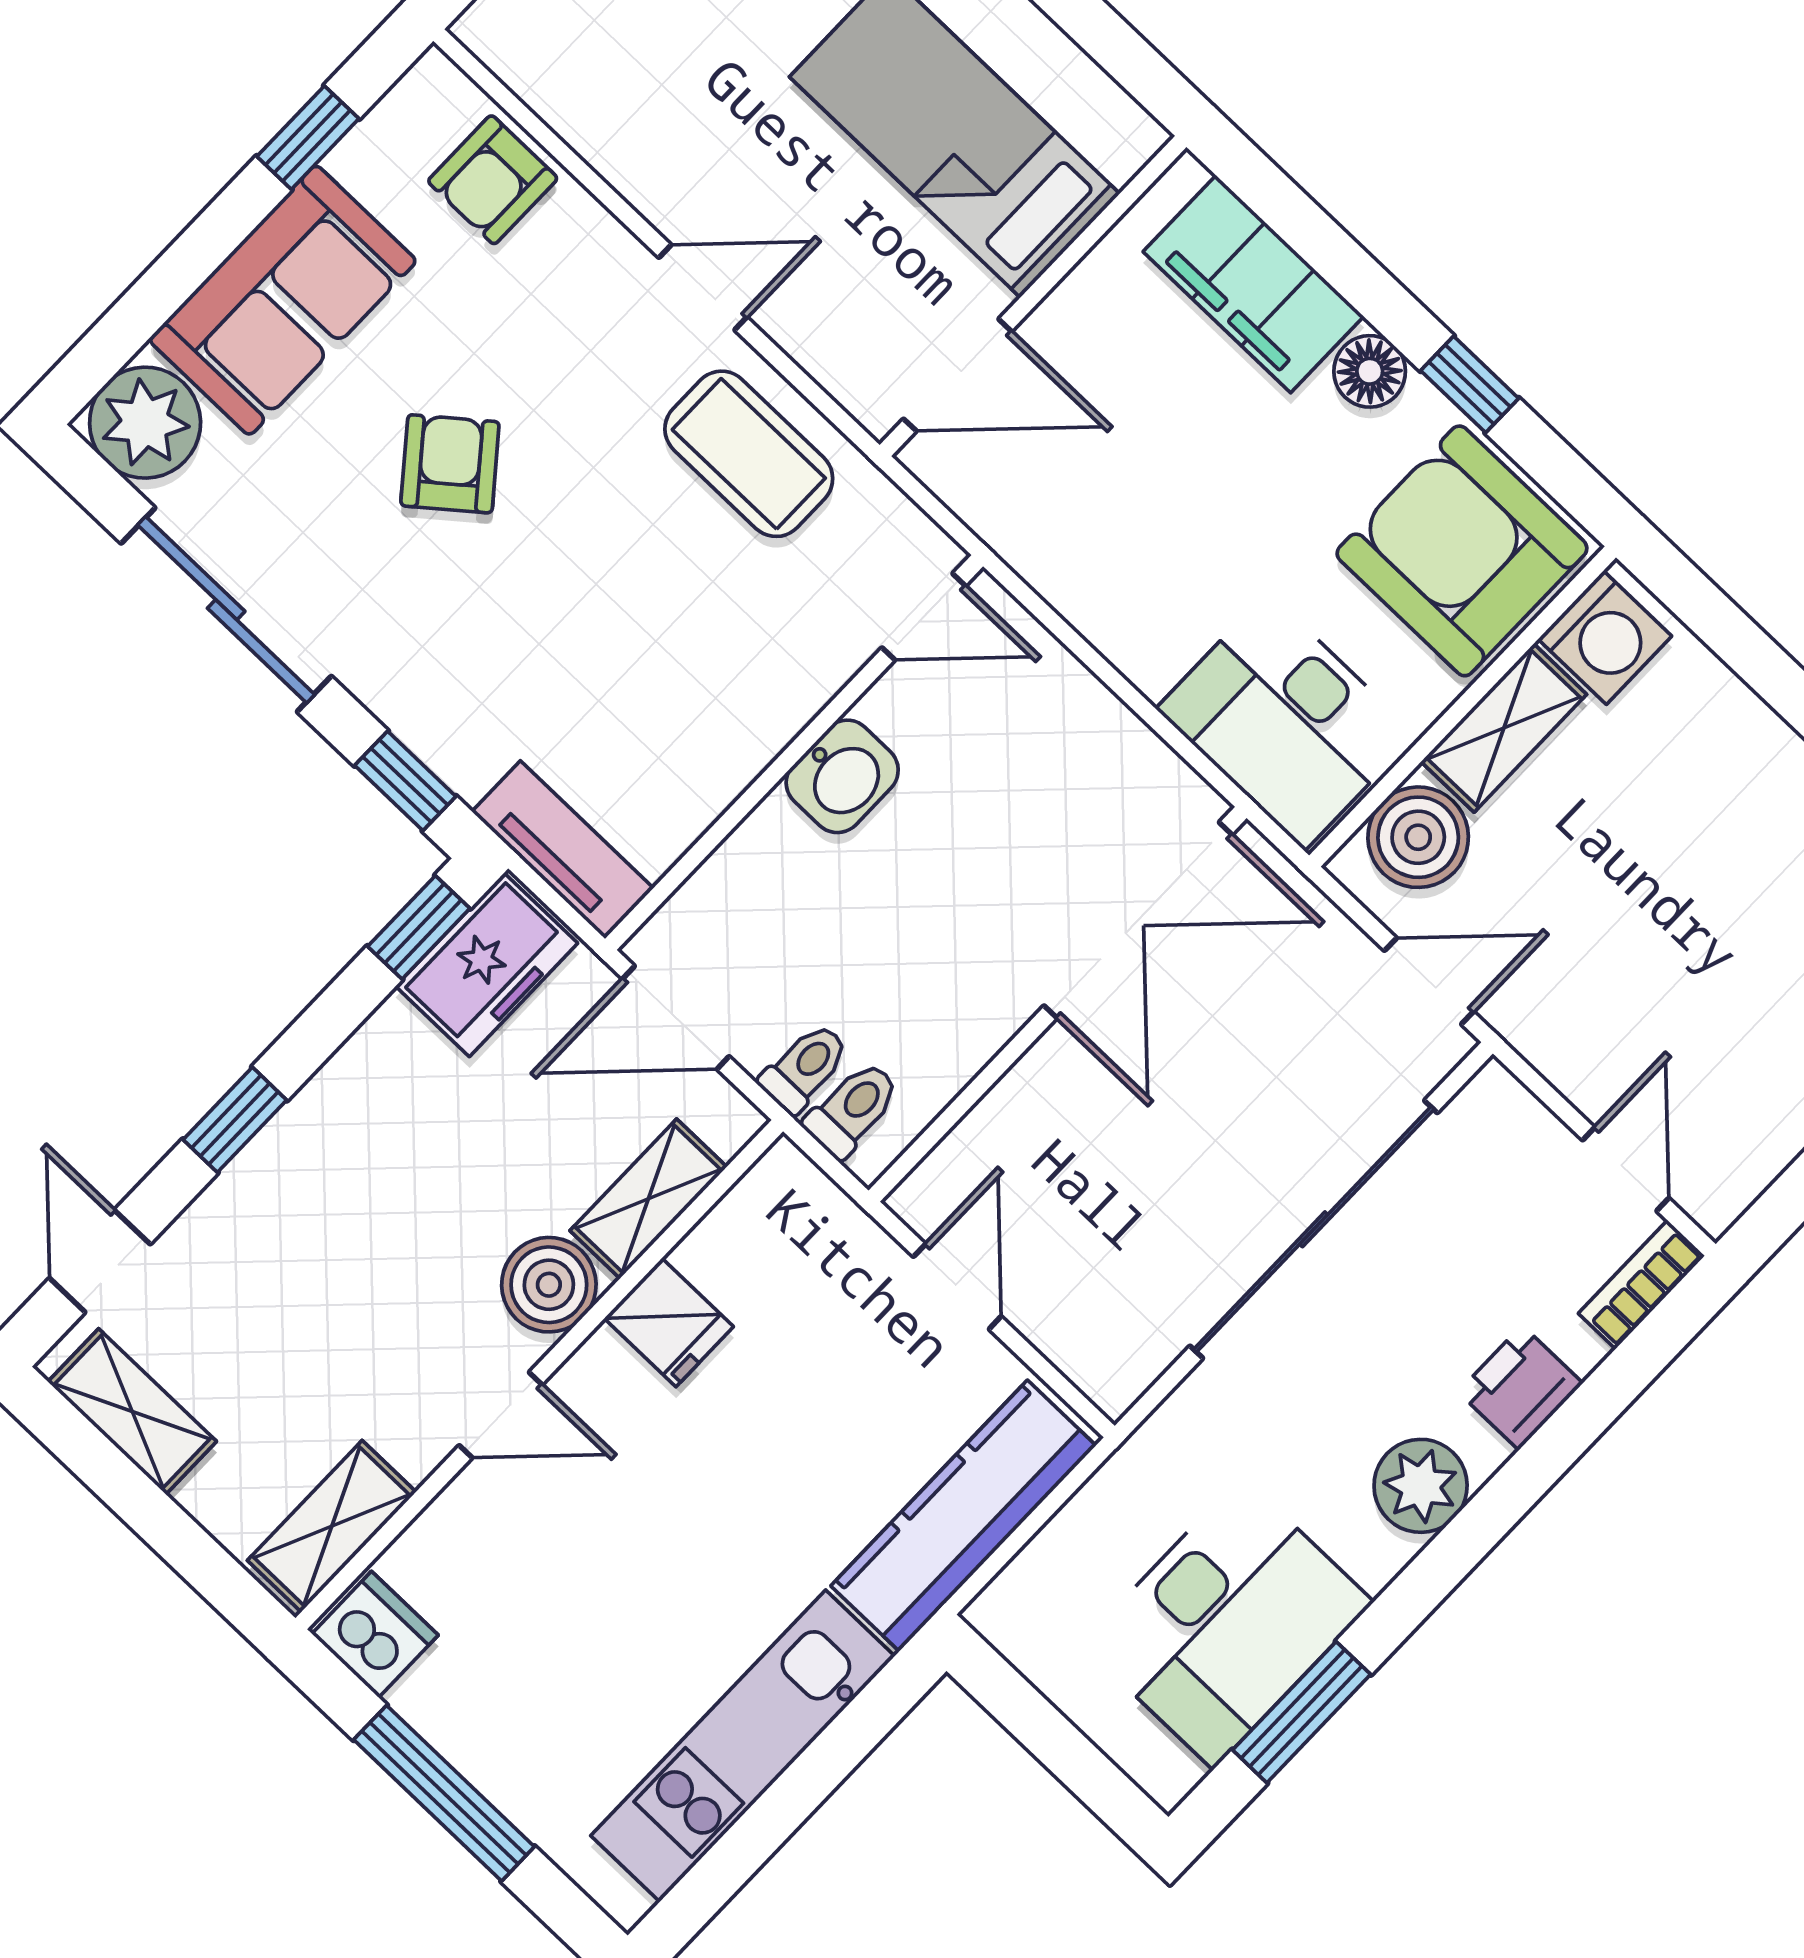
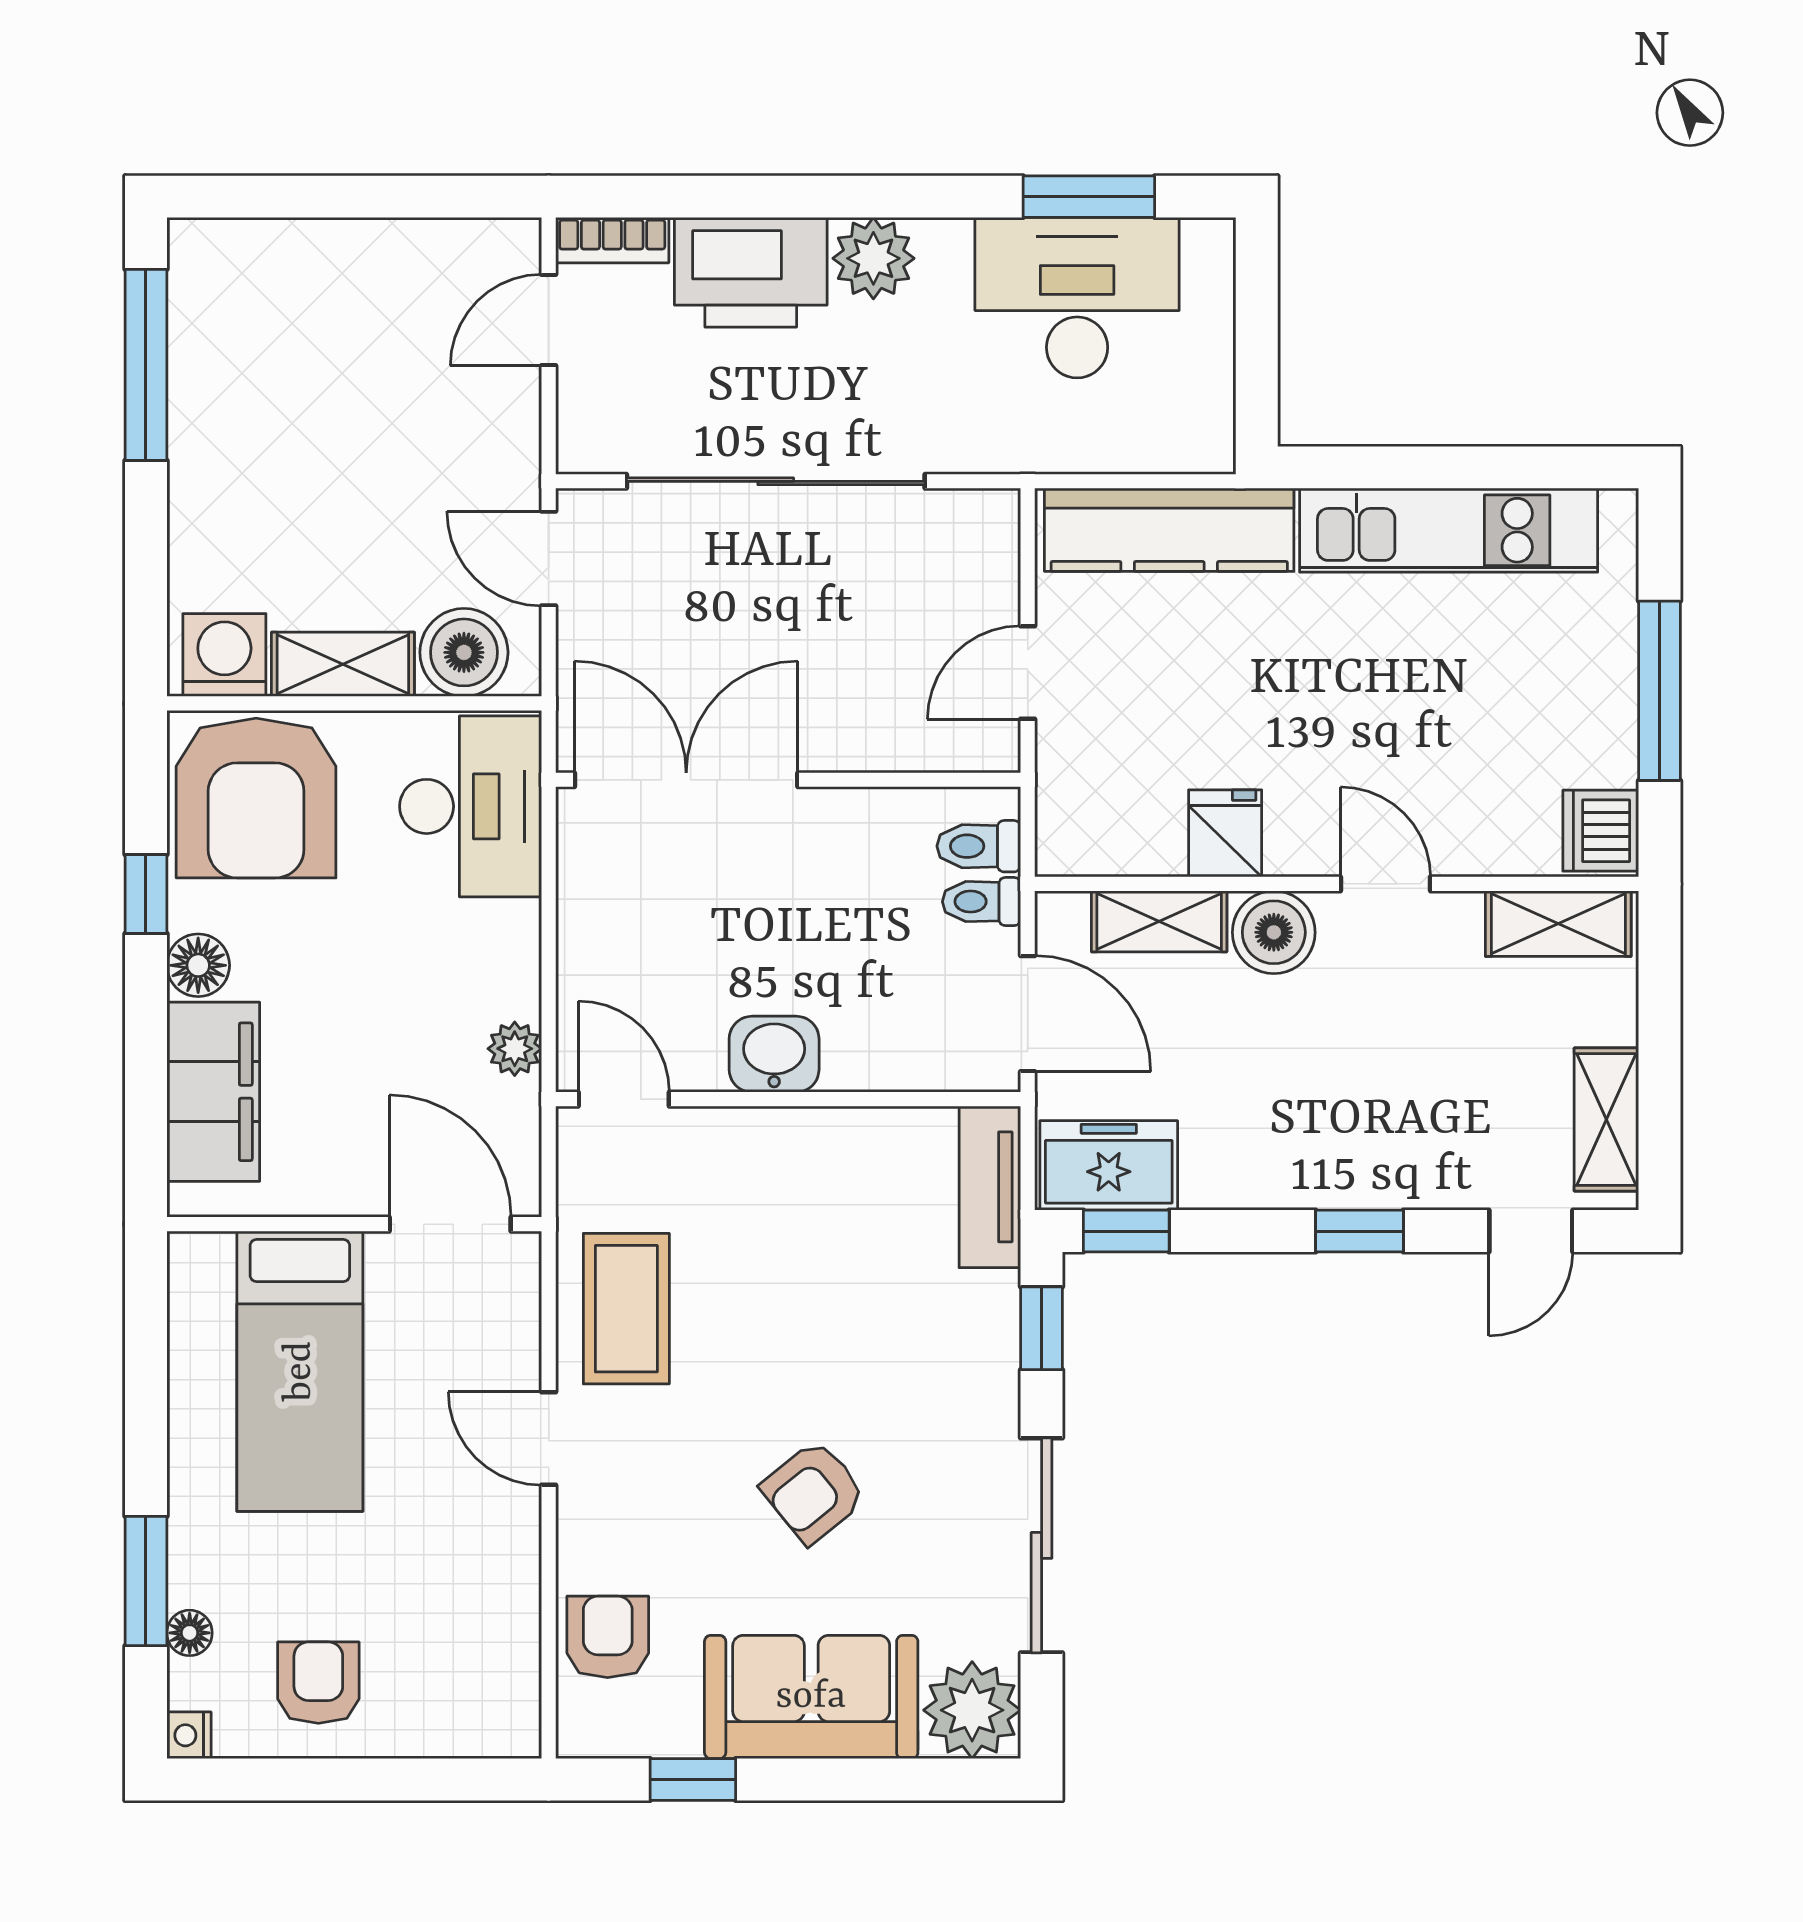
armchair: (493, 180) -> (608, 1637), turned -90
plant: (1051, 567) -> (515, 1049), added
printer: (1520, 1388) -> (751, 272), width x1.87, depth x1.48

